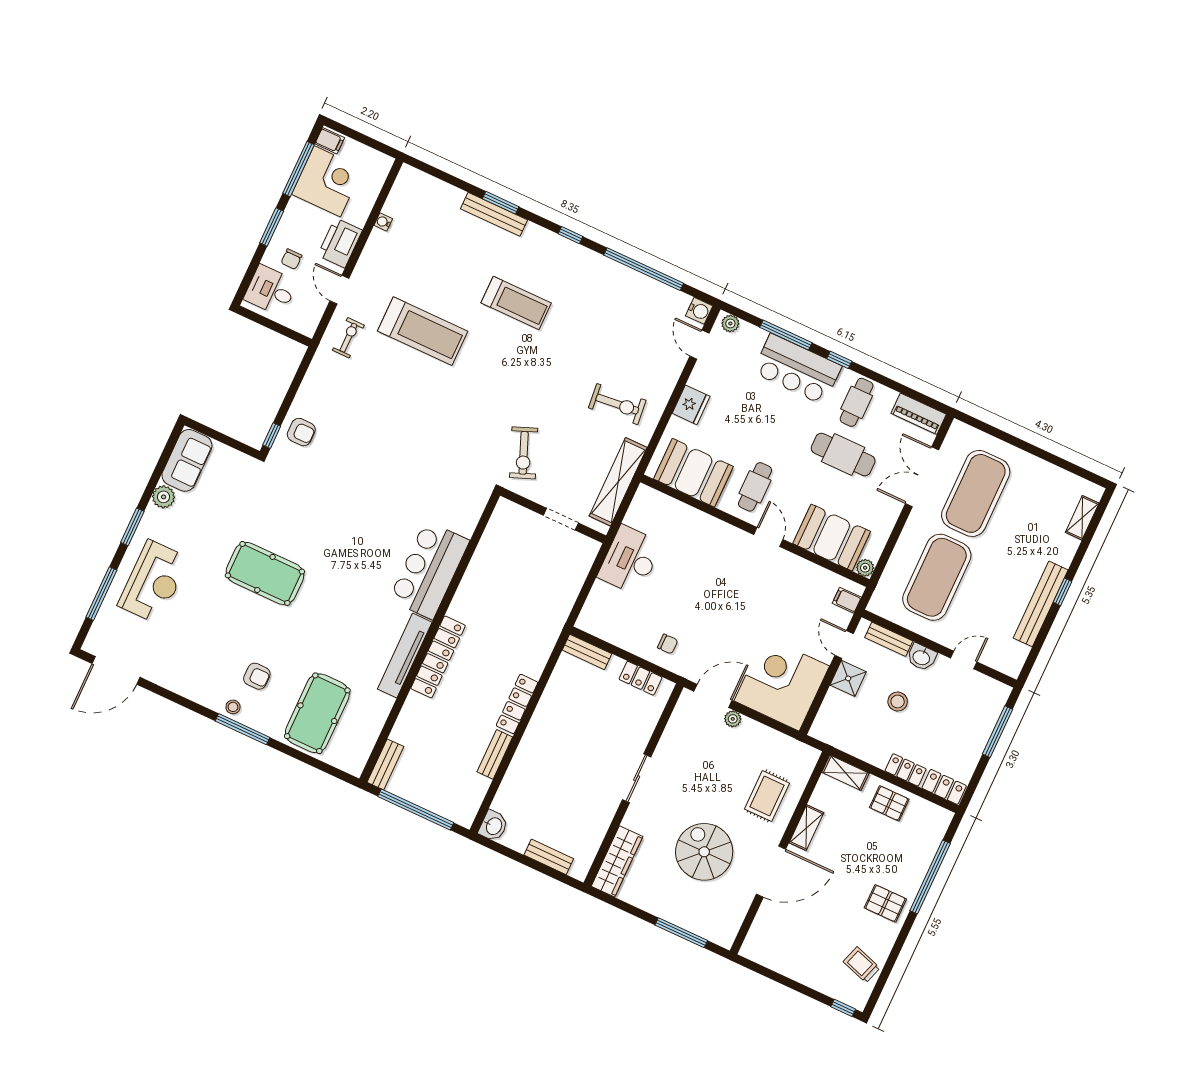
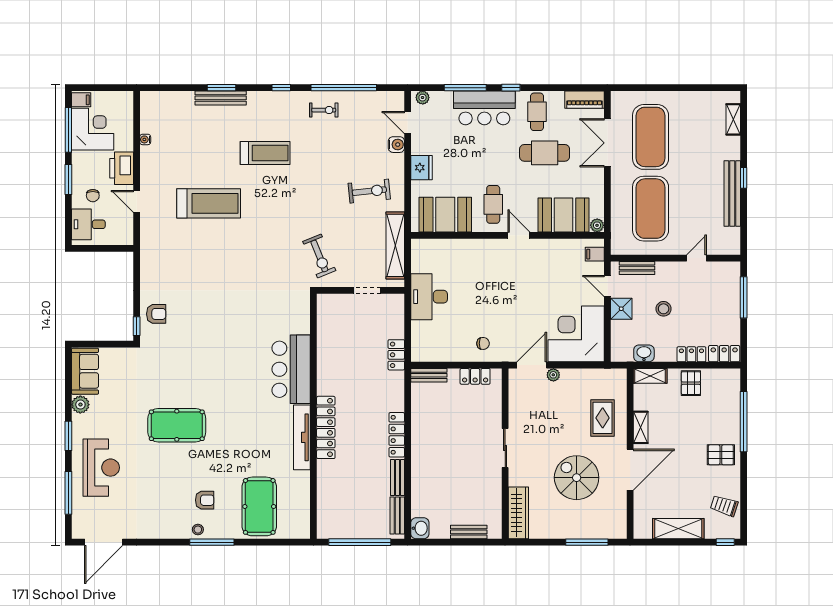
water cooler: (699, 311) -> (396, 145), moved
exercise bike: (348, 338) -> (324, 110), moved, turned 90
locker: (560, 610) -> (396, 355), added
washbasin: (922, 657) -> (644, 353), moved, turned 180
bench: (385, 764) -> (397, 516), moved
pallet: (889, 803) -> (691, 383), turned 90
shelving: (795, 967) -> (678, 529), added

